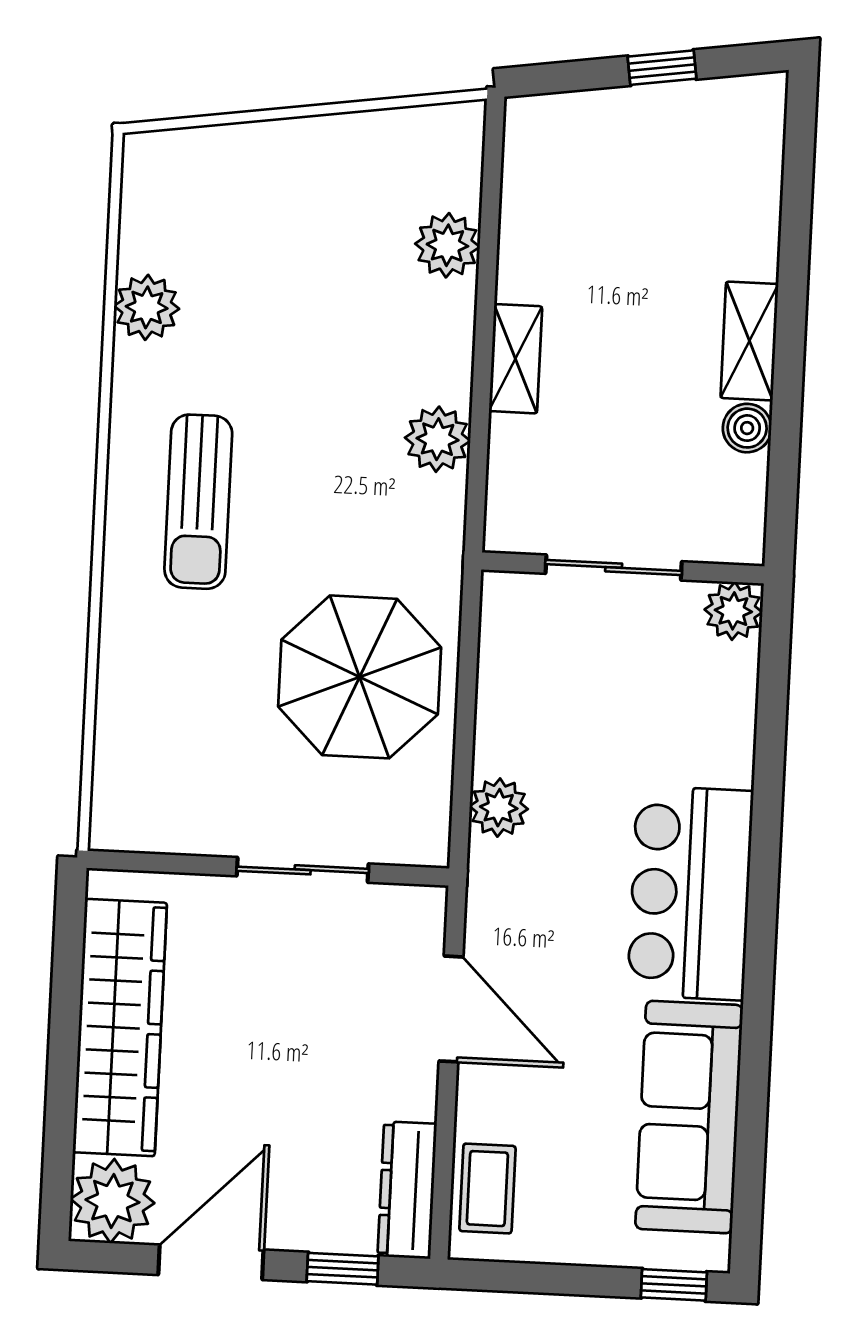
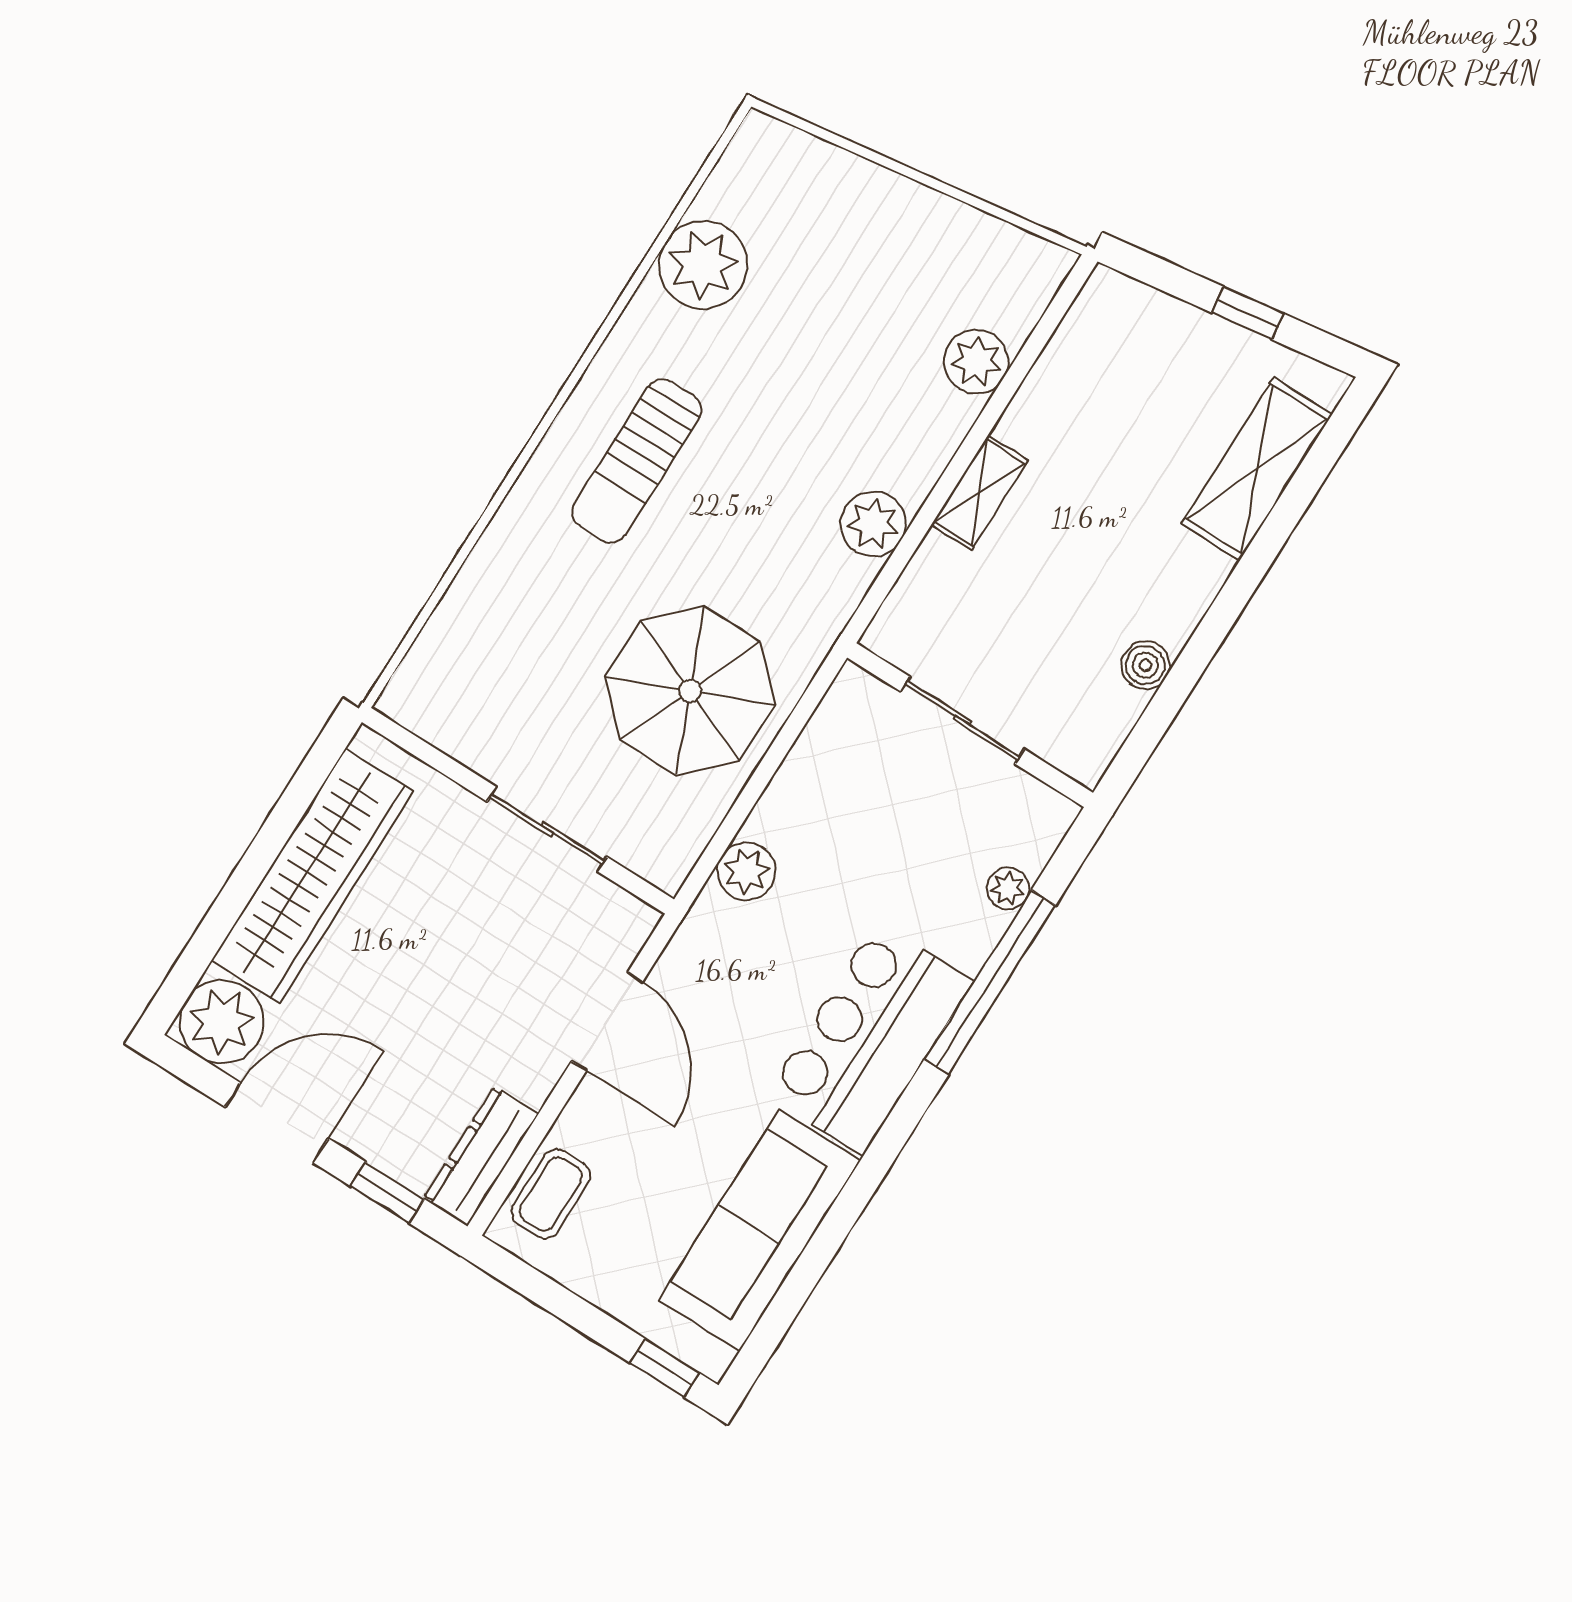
plant: (147, 307) -> (703, 265), width x1.36, depth x1.36
shelving: (749, 341) -> (1257, 469), moved, width x1.50, depth x1.33
plant: (733, 611) -> (1008, 888), moved, width x0.73, depth x0.73
window: (768, 784) -> (990, 982), added

